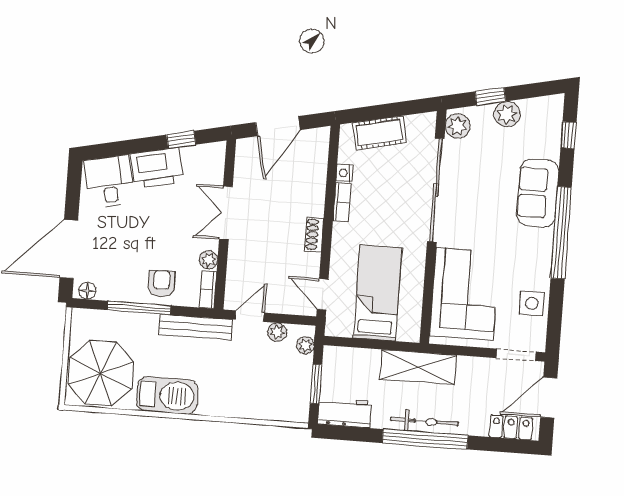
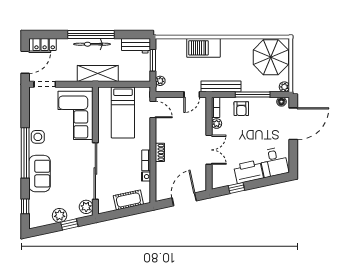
shoe rack: (314, 235) -> (160, 152), moved
side table: (532, 303) -> (38, 137), moved
plant: (277, 332) -> (284, 87), moved
barbecue: (167, 395) -> (203, 48), moved

